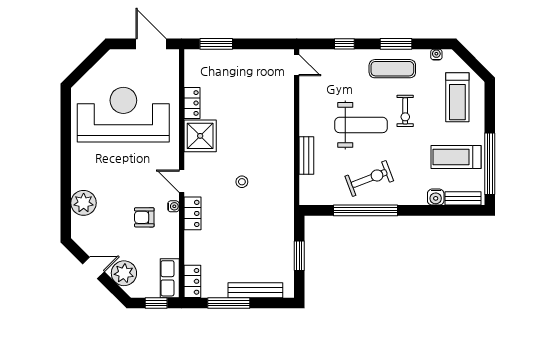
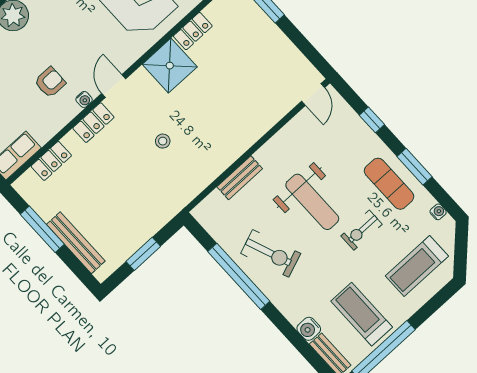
armchair: (144, 217) -> (50, 82), turned 90
locker: (192, 281) -> (51, 161), moved

